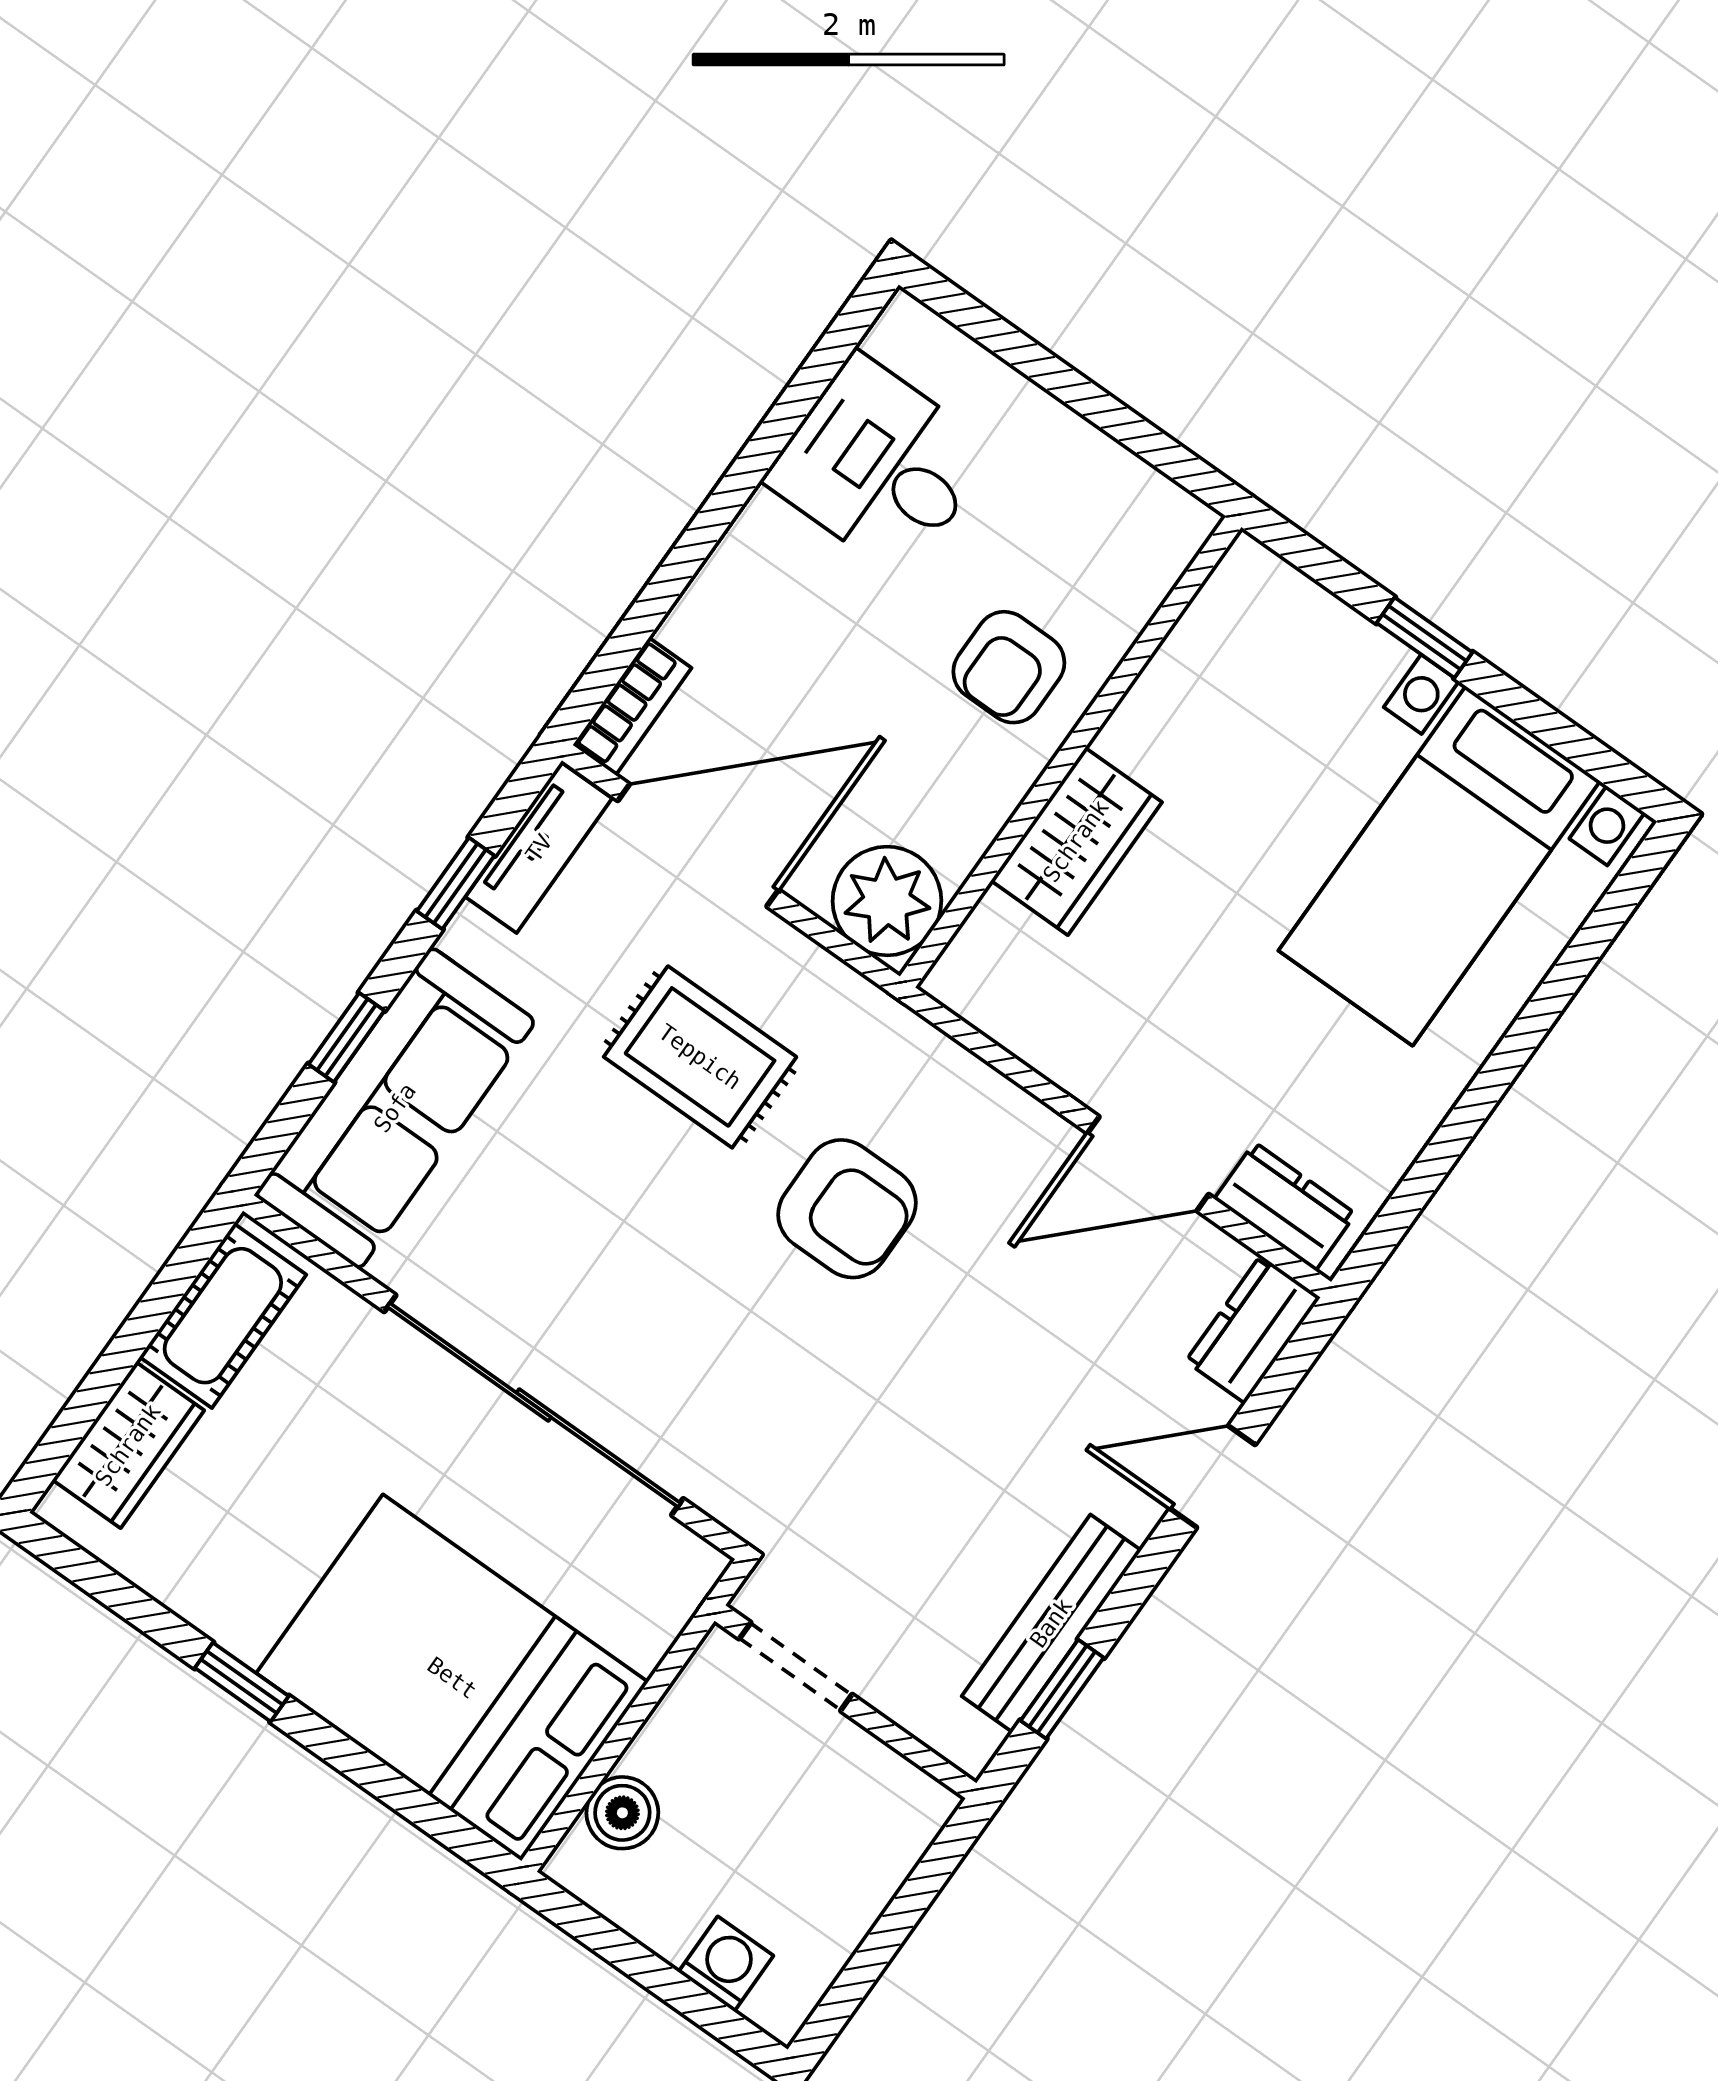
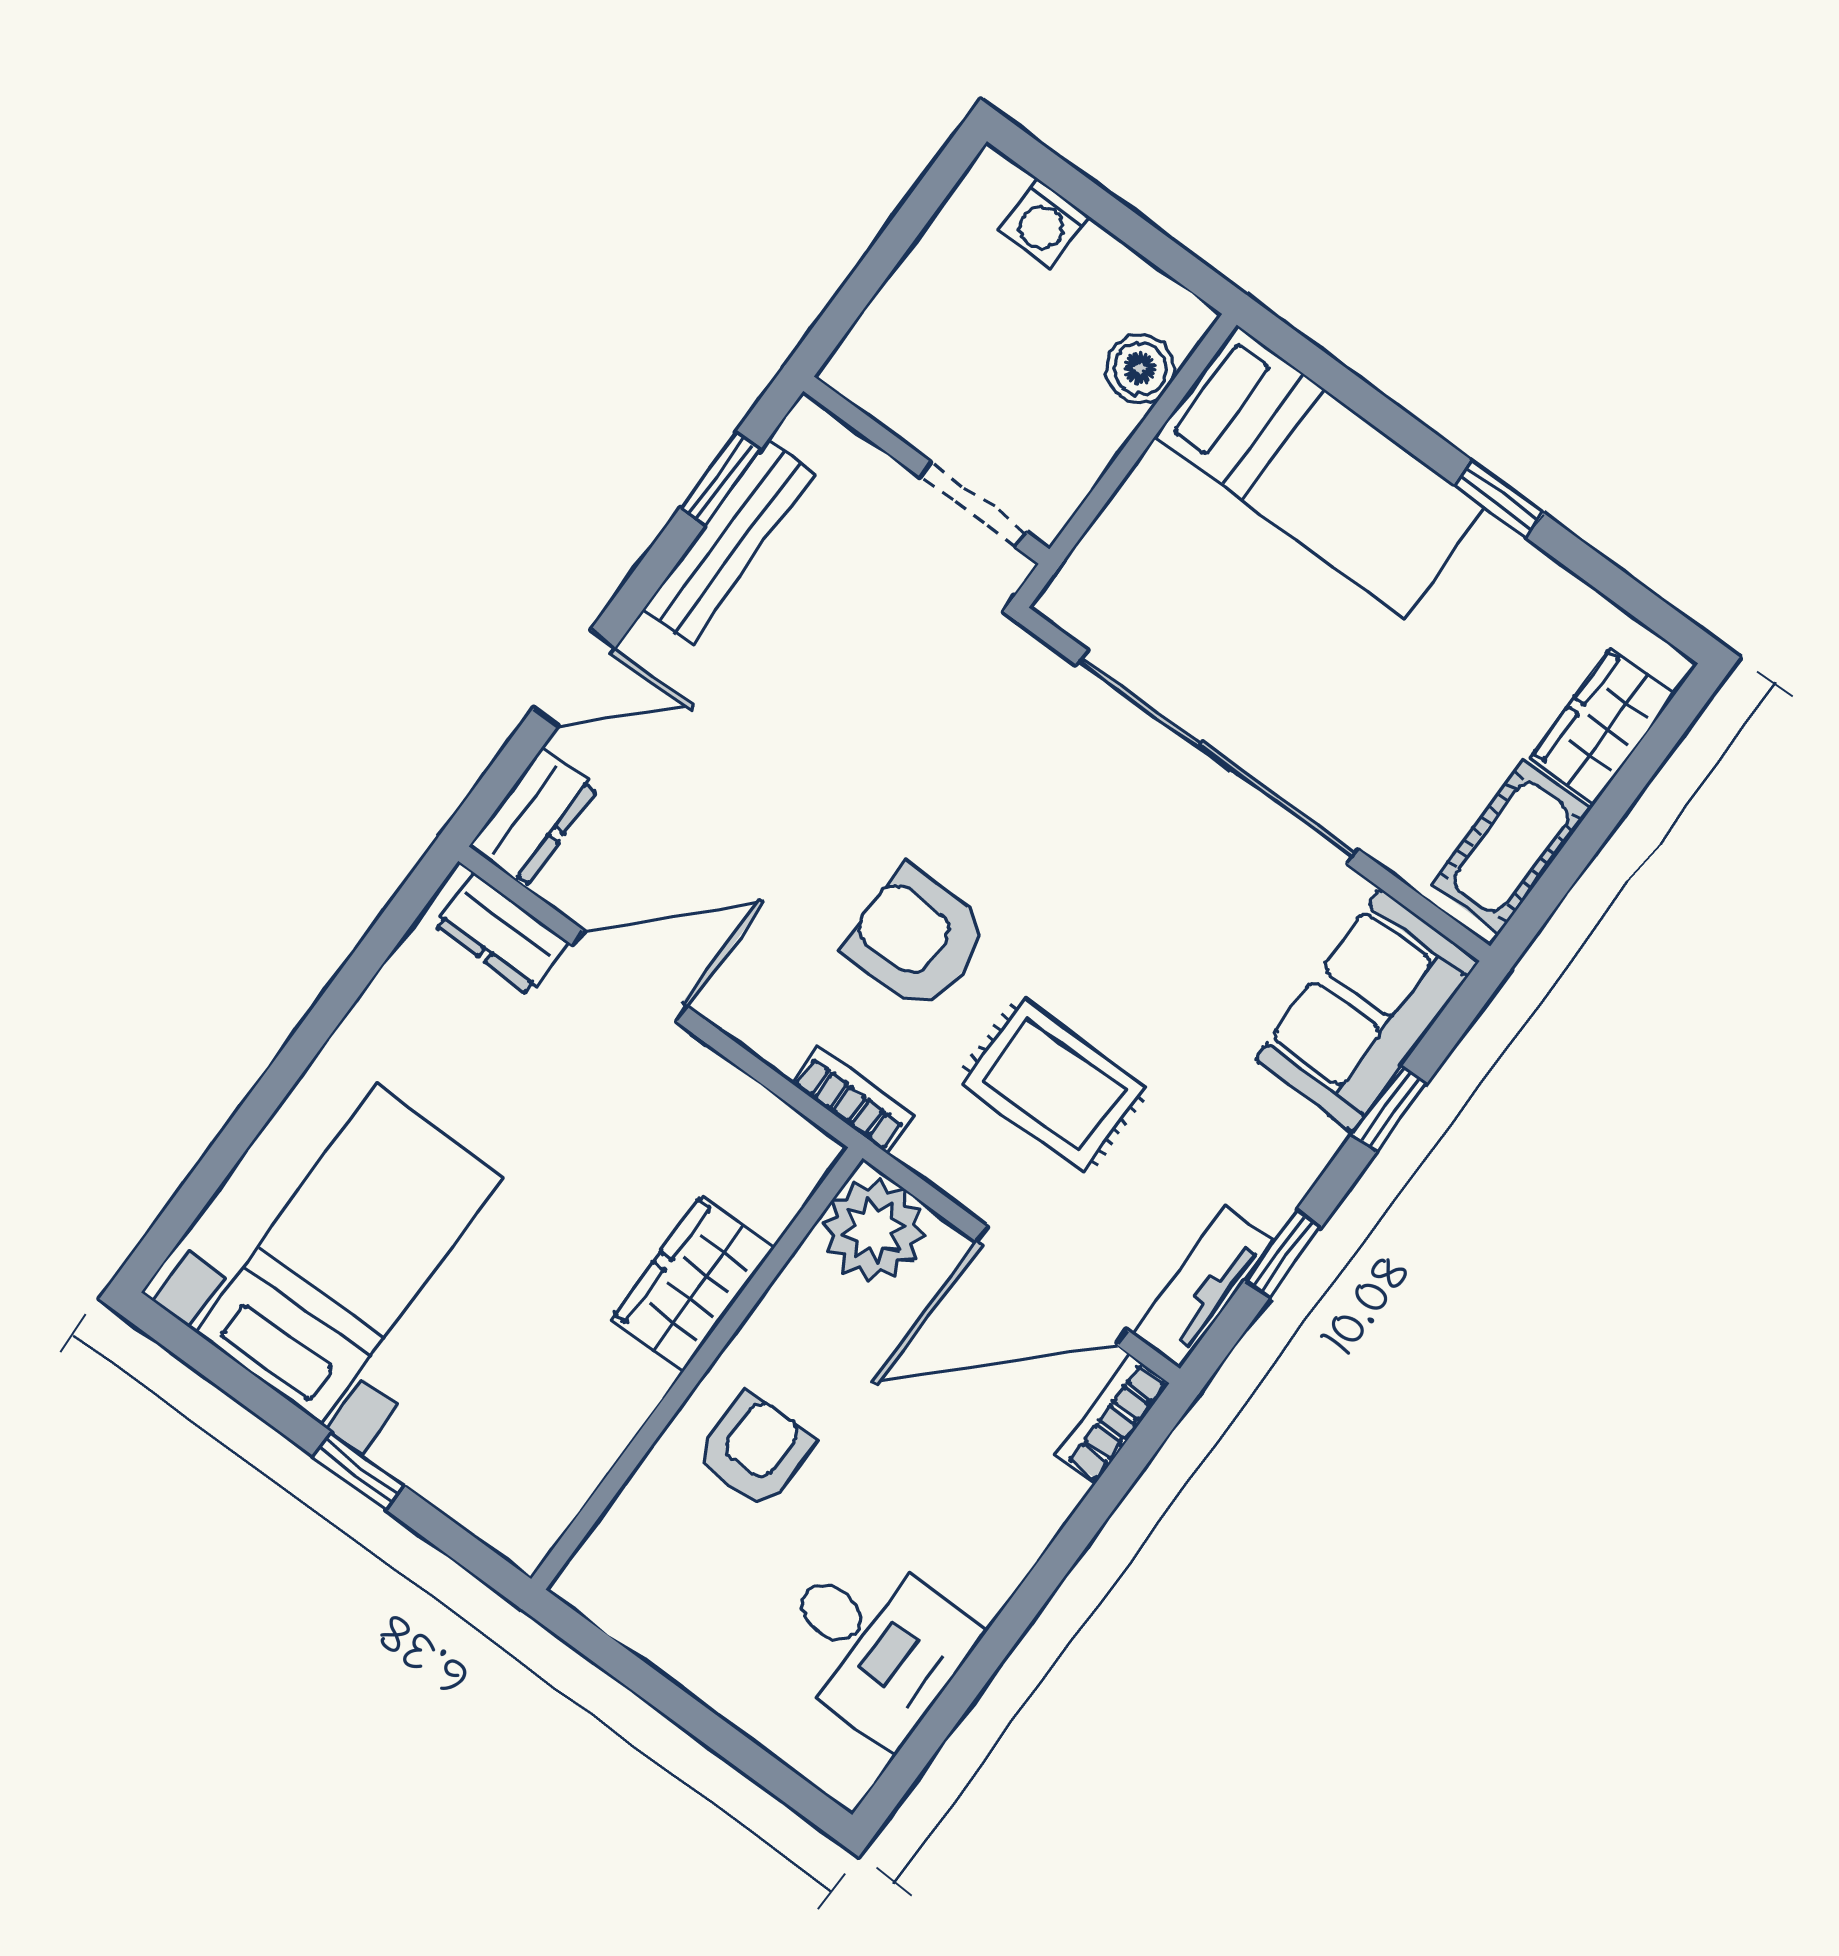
bookcase: (912, 1038) -> (853, 1099), added
sofa: (395, 1108) -> (1367, 1010), width x0.73
bed: (452, 1678) -> (1320, 472), width x0.67

